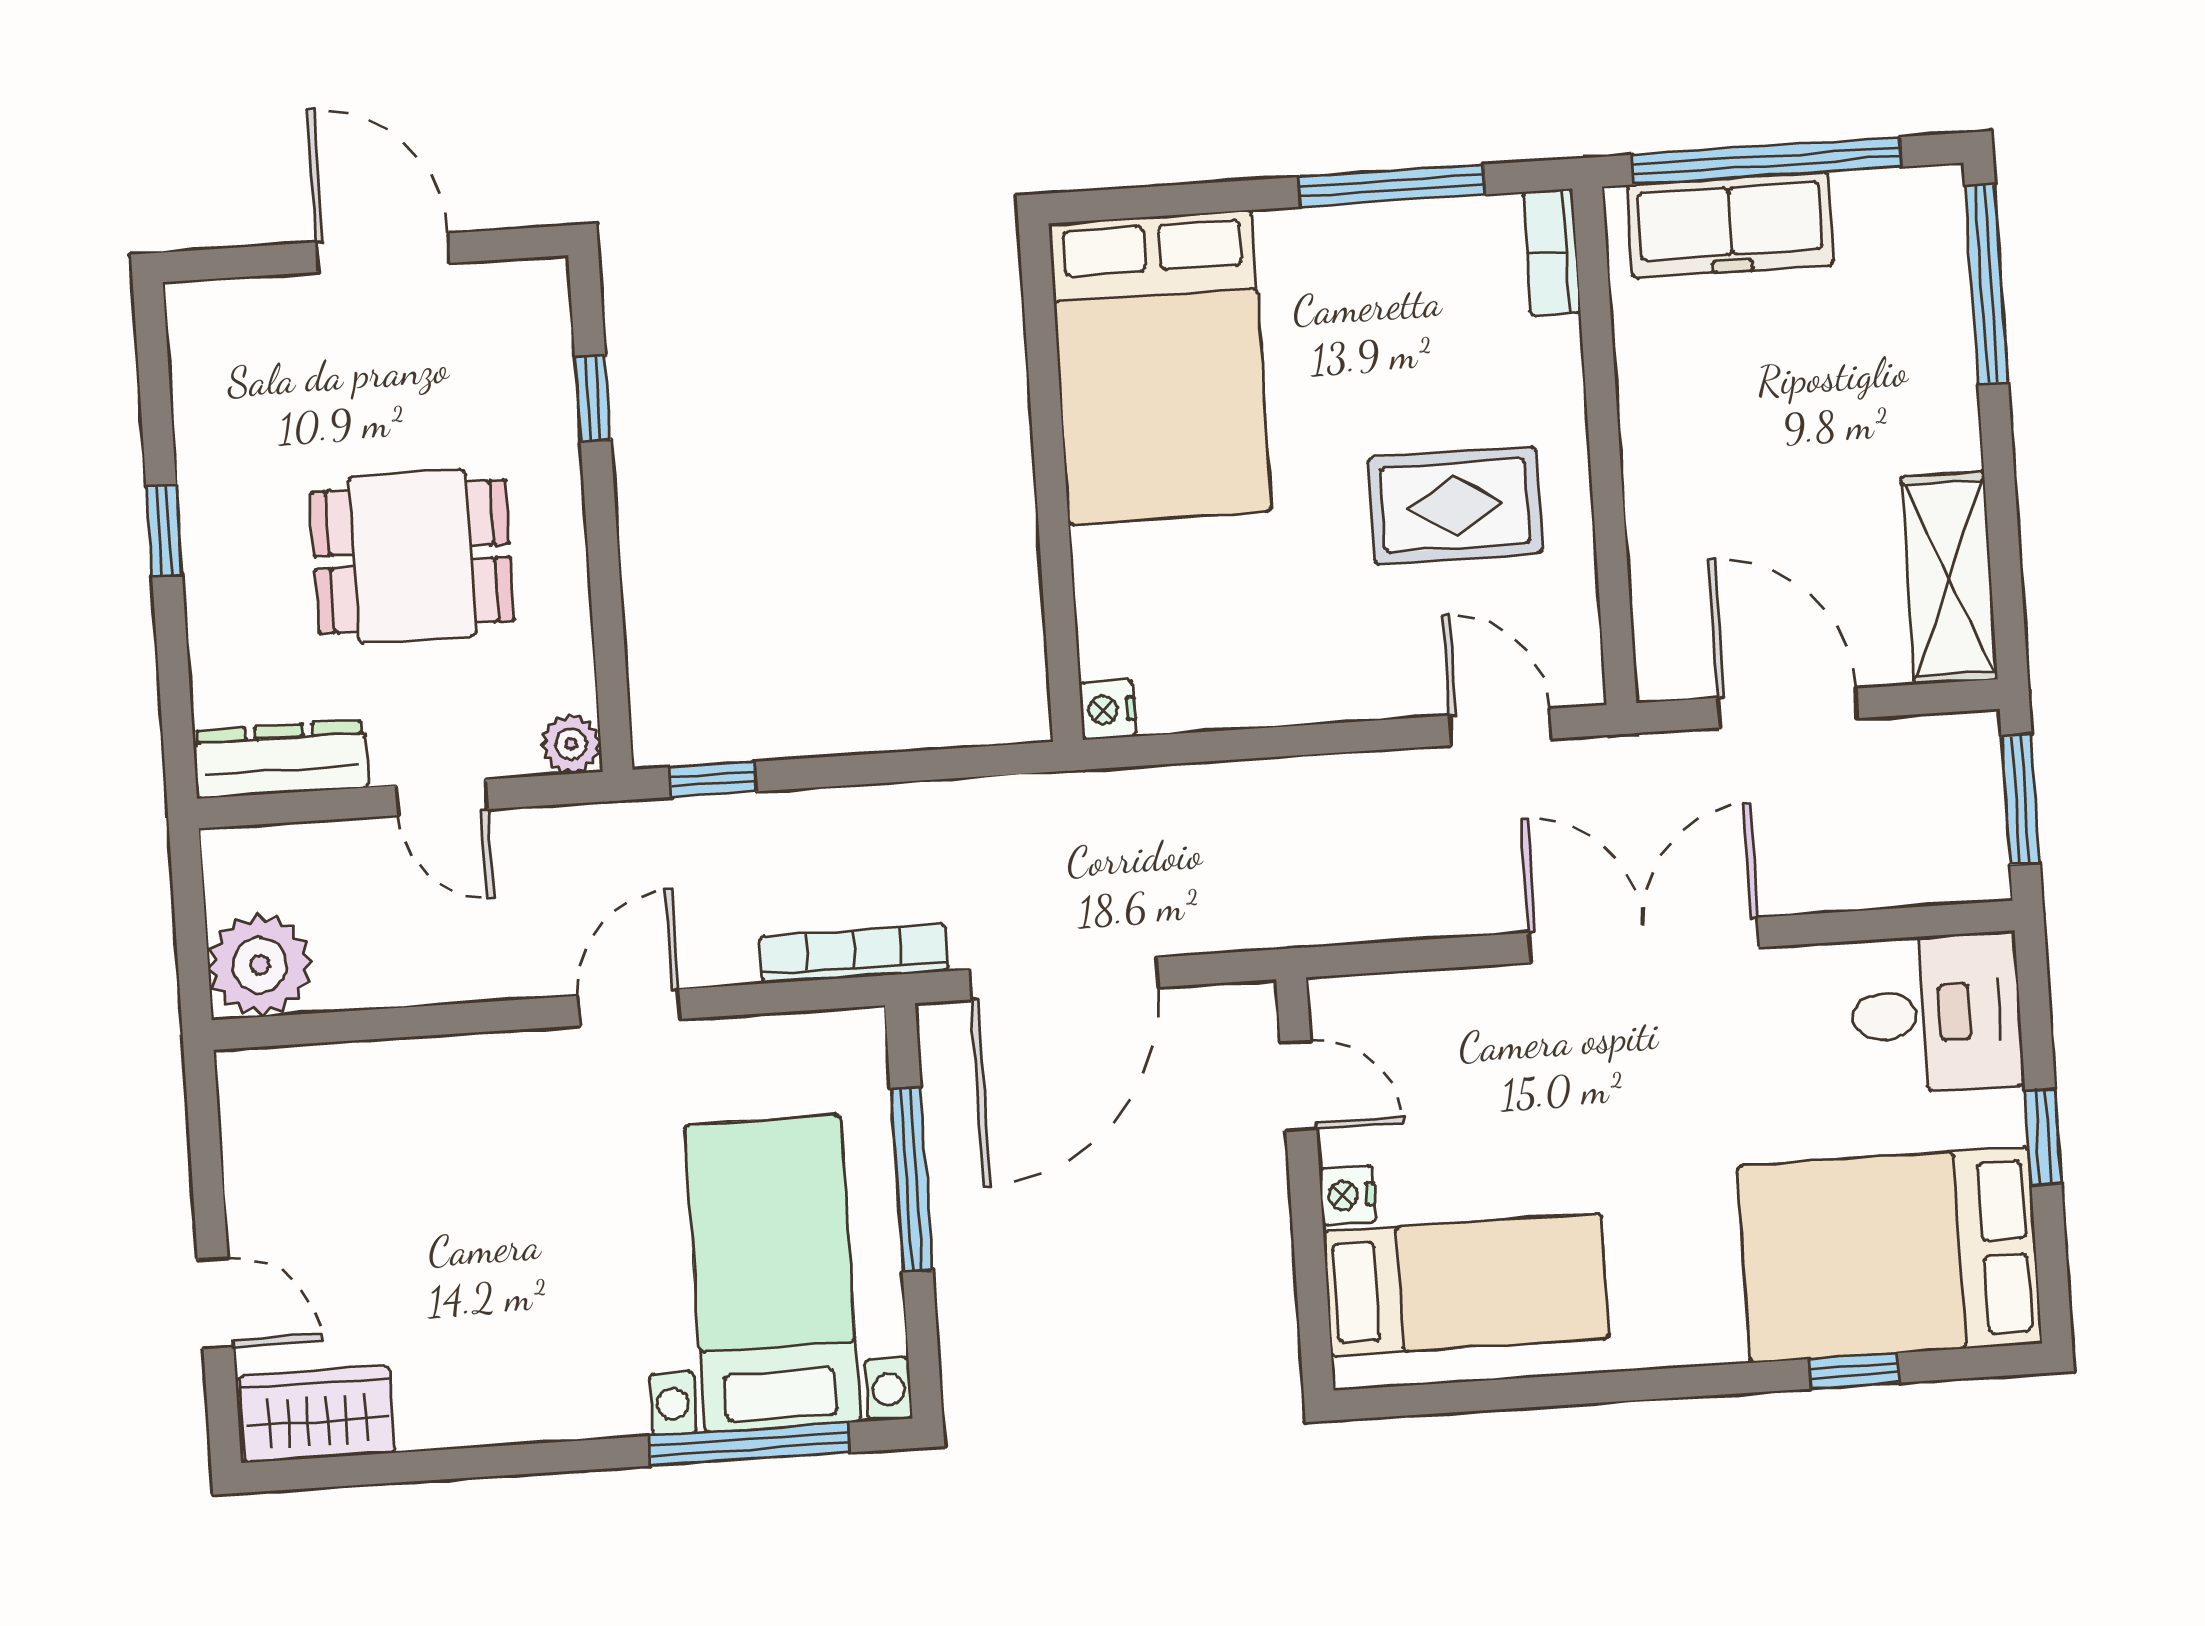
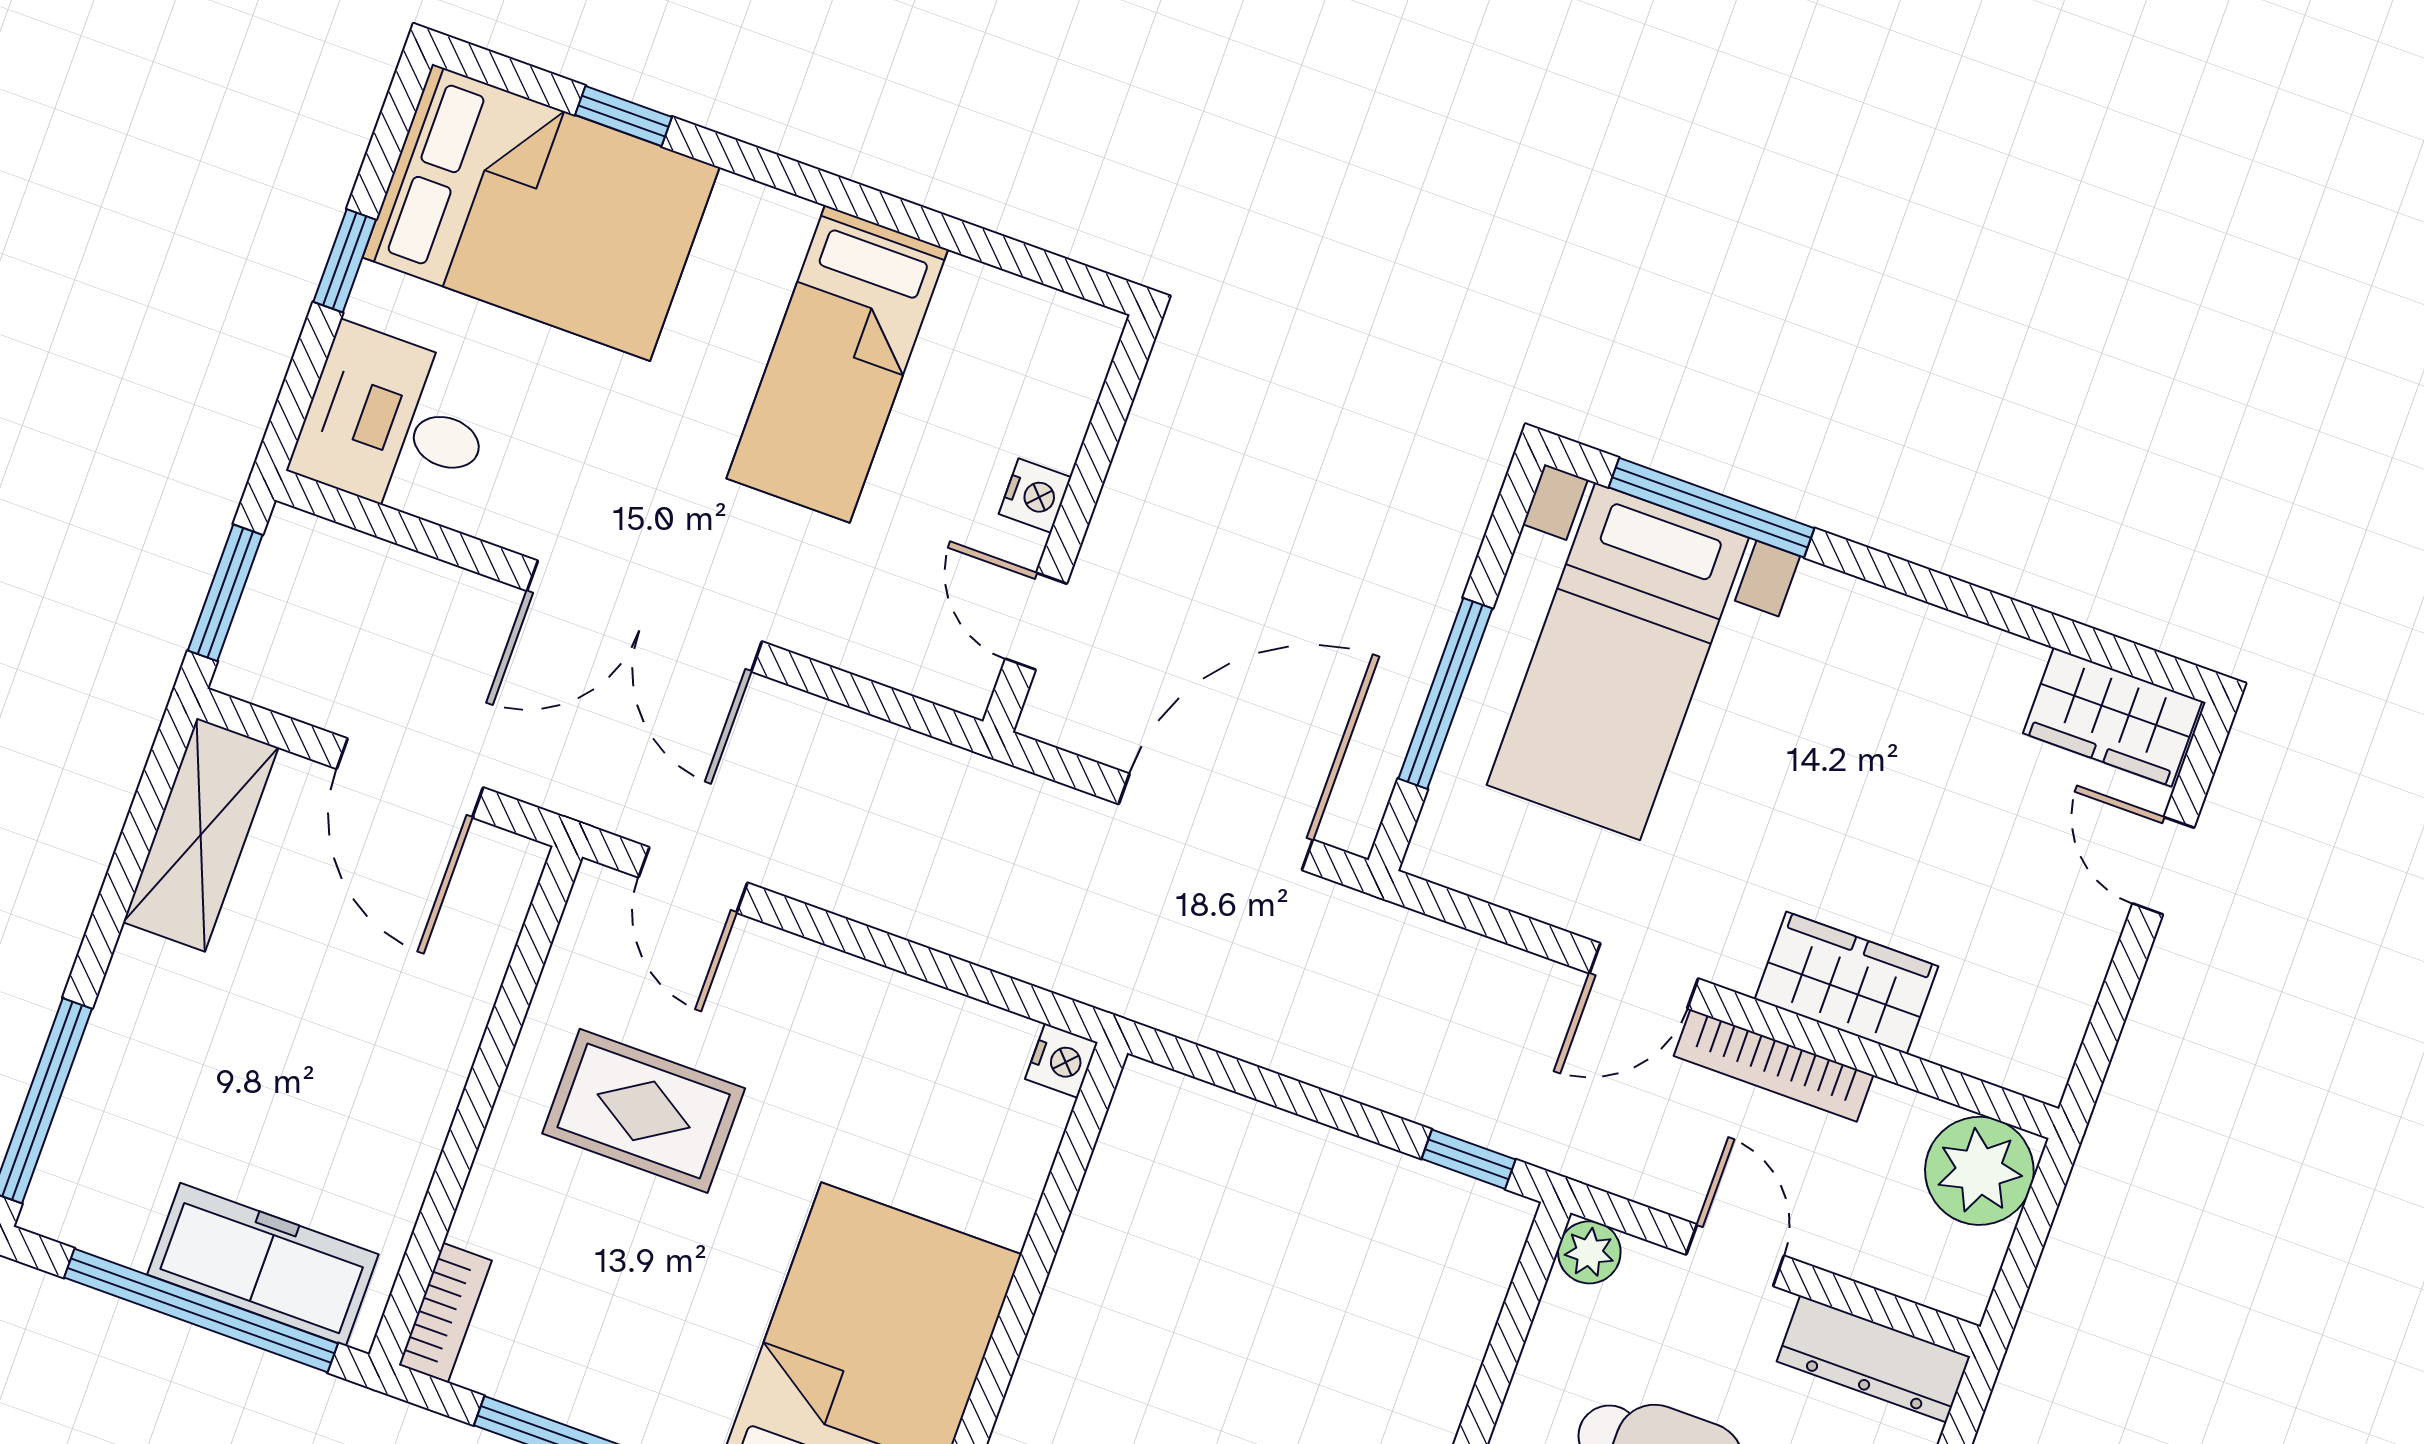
bookcase: (854, 954) -> (1774, 1066), moved
wardrobe: (449, 1079) -> (1846, 983), added
bed: (1466, 1285) -> (837, 364), moved, turned -90

